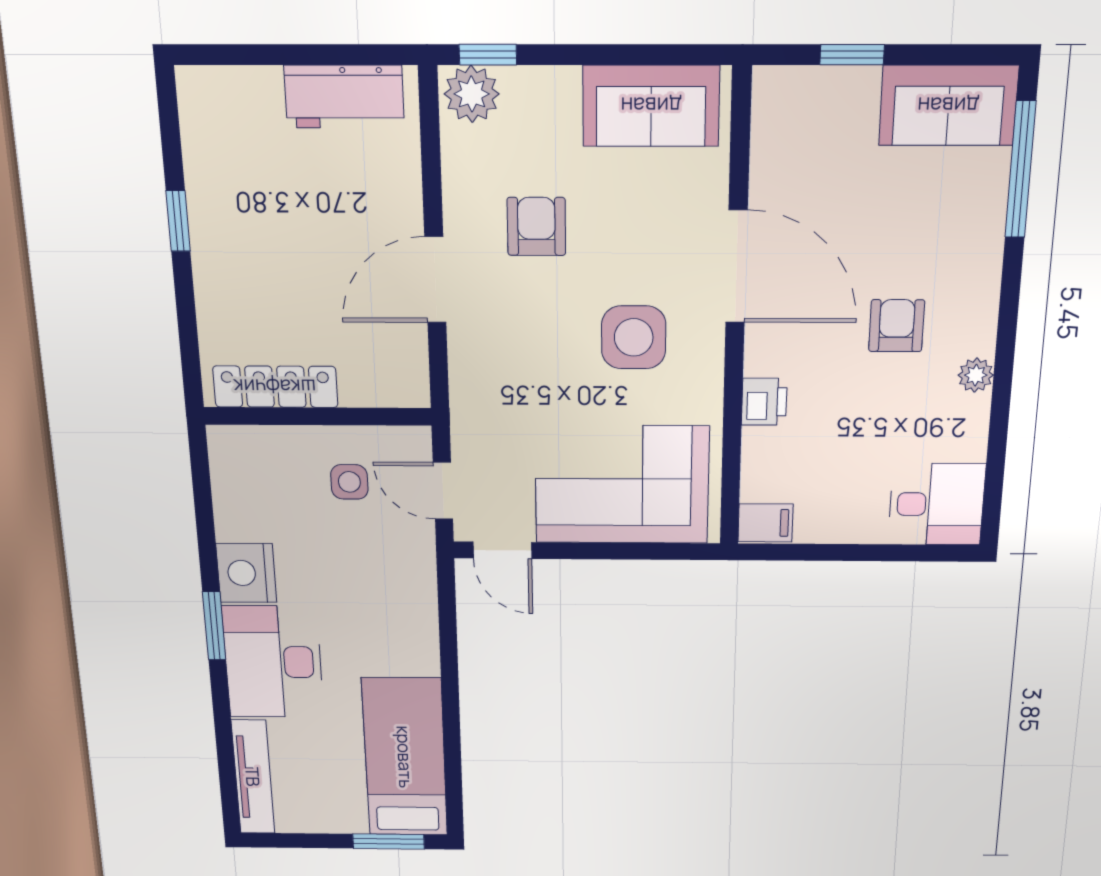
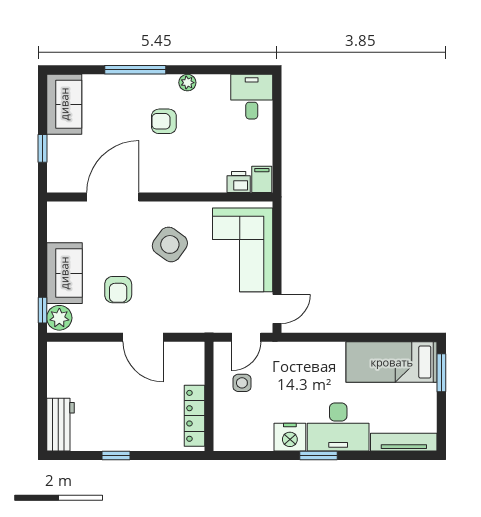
workbench: (344, 97) -> (60, 425), moved
sofa: (651, 106) -> (64, 273), moved
window: (1020, 170) -> (135, 70), moved
armchair: (536, 226) -> (118, 290), turned -90
door: (737, 267) -> (113, 197), moved
side table: (634, 337) -> (170, 244), turned 36
printer: (764, 402) -> (239, 182), moved

